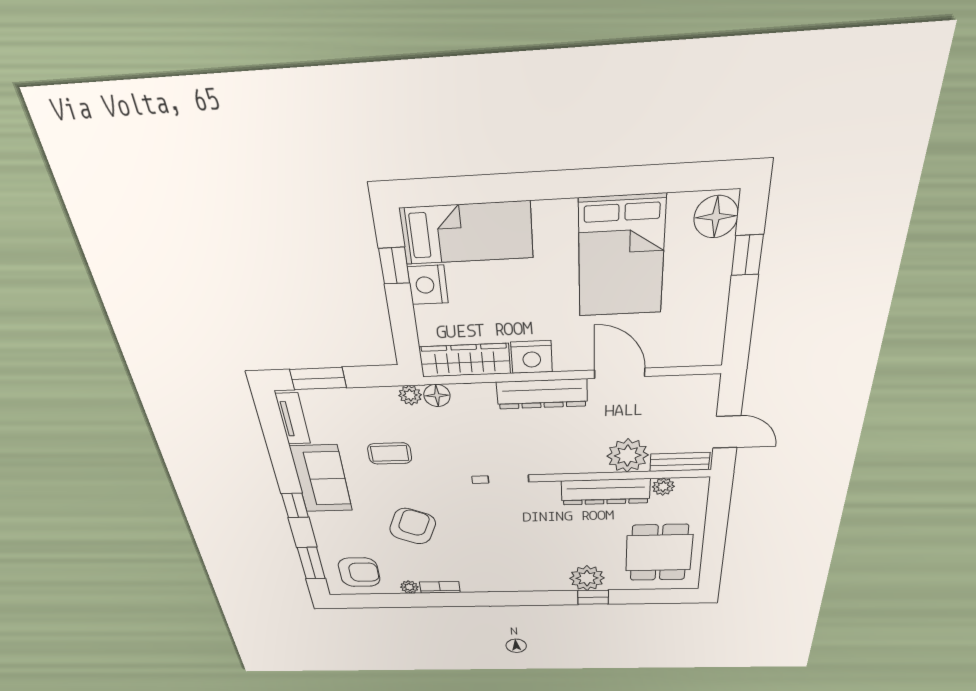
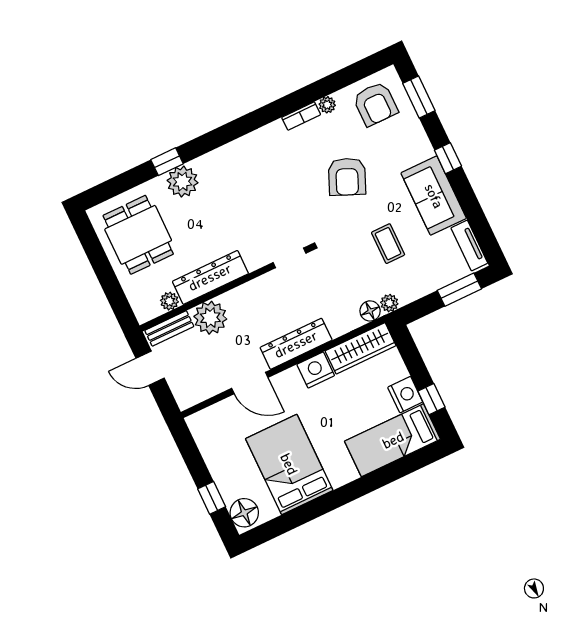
coffee table: (390, 453) -> (388, 244), turned 90
armchair: (359, 572) -> (375, 104), turned -90

